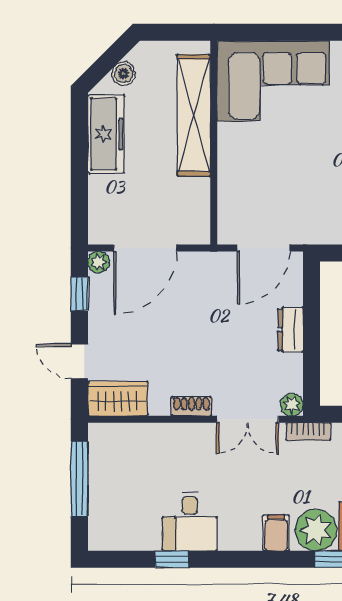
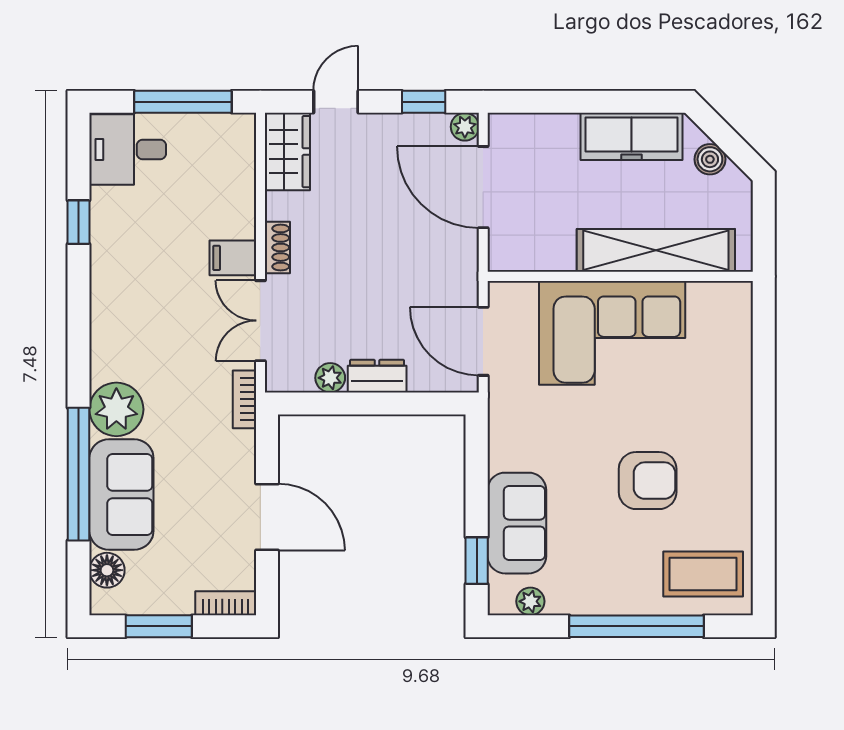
corner sofa: (273, 81) -> (612, 333), moved, turned -90
plant: (292, 405) -> (330, 378), moved
desk: (190, 521) -> (128, 150), moved
filing cabinet: (276, 533) -> (233, 258), moved, turned 180

